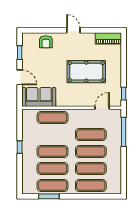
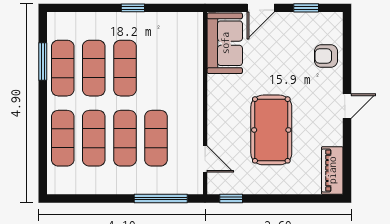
exercise mat: (53, 118) -> (187, 68), removed

